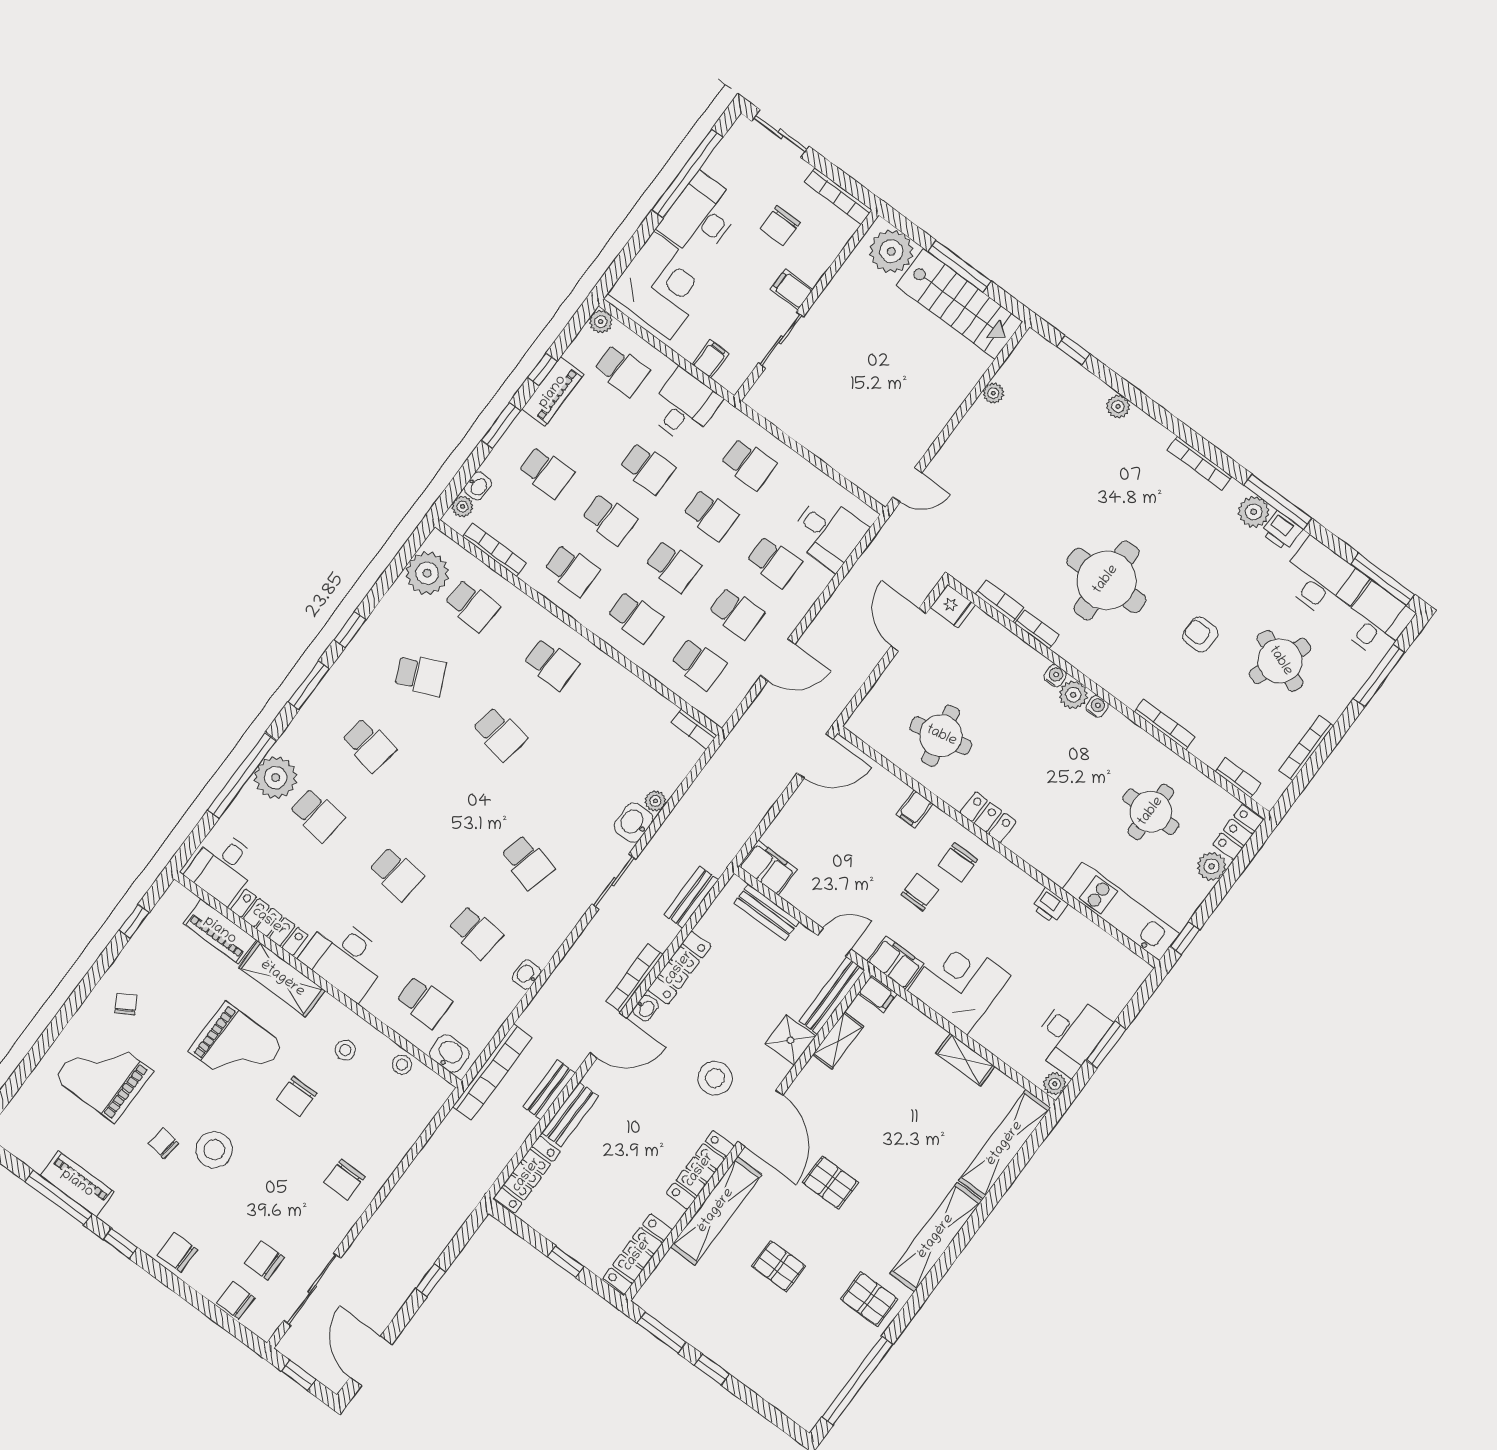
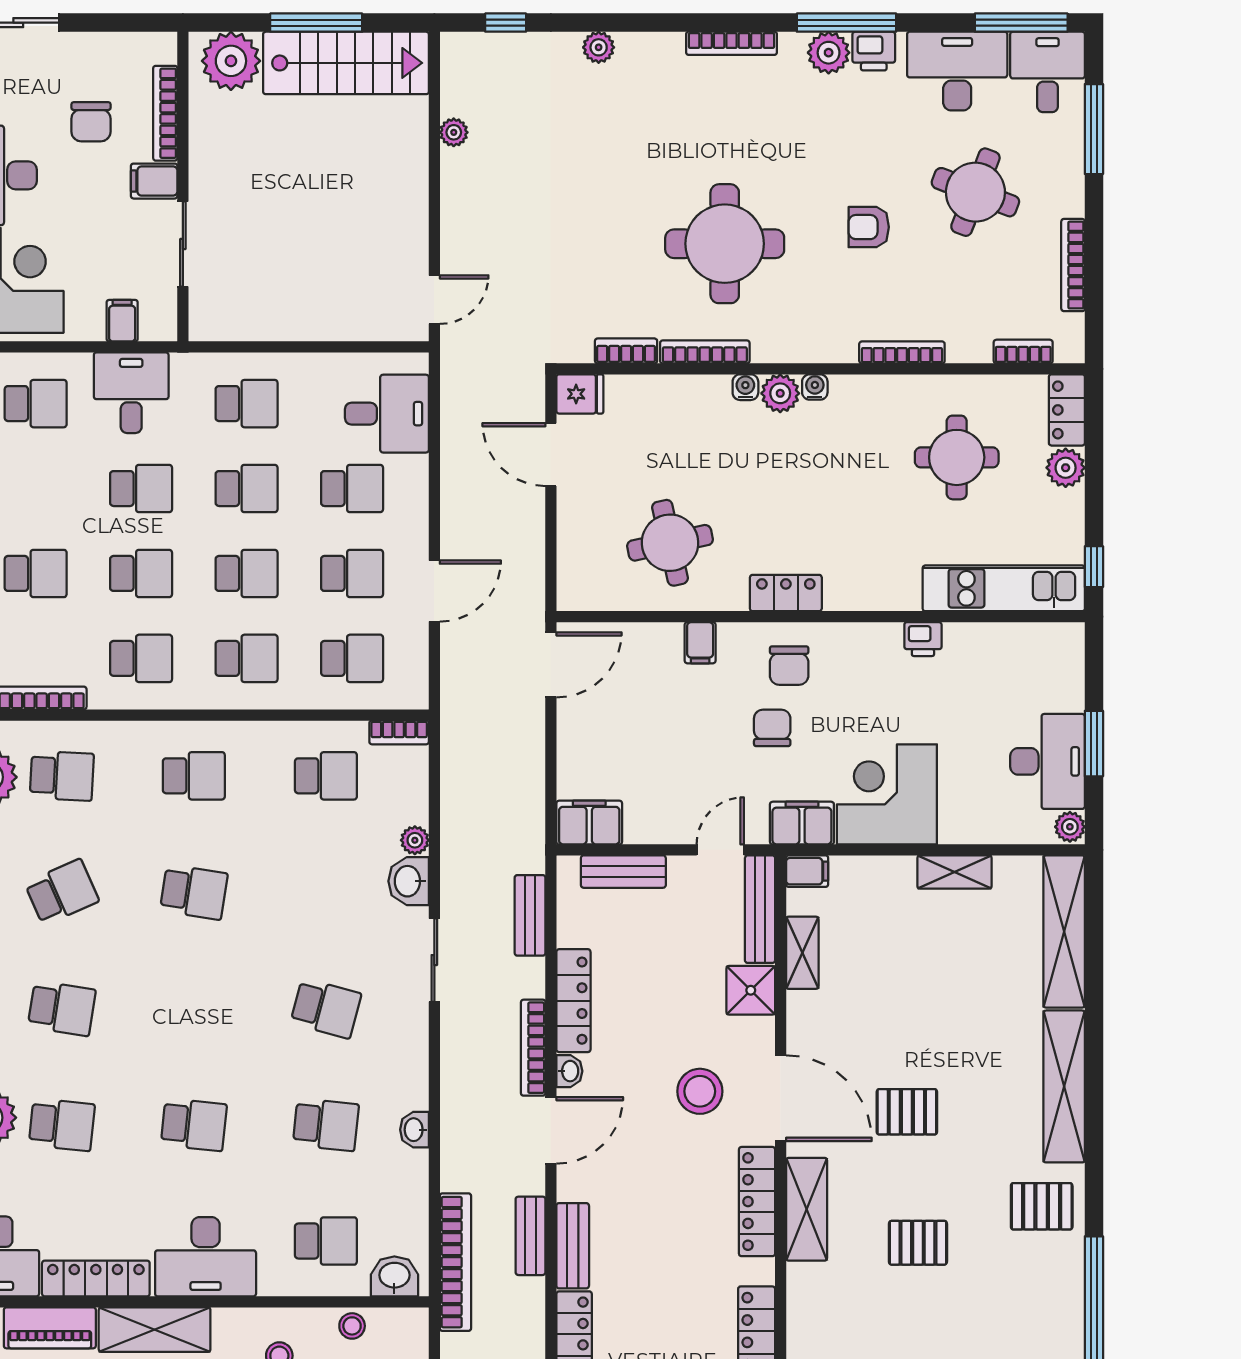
bookcase: (838, 196) -> (165, 113), moved, turned 90
bookcase: (1037, 629) -> (705, 352), width x1.56
school desk: (631, 723) -> (326, 776), added
shelving: (716, 1211) -> (807, 1209), width x0.68

